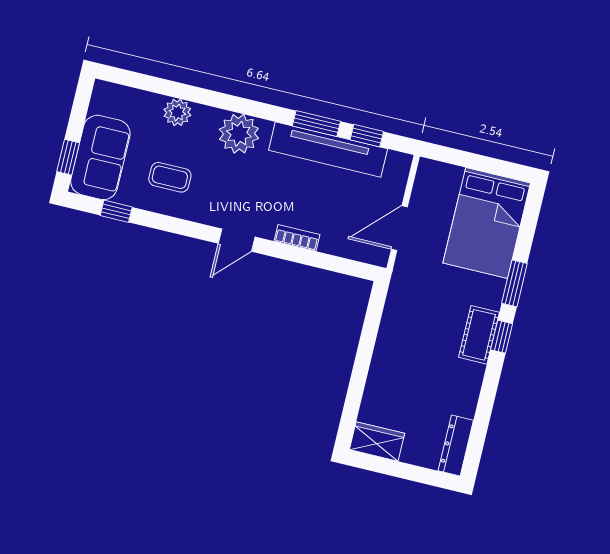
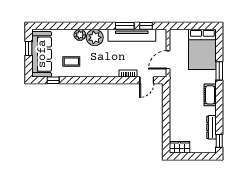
plant: (177, 112) -> (80, 35), moved
window: (68, 157) -> (29, 48), moved
sofa: (100, 157) -> (42, 54), width x1.36
door: (237, 240) -> (147, 80), moved
window: (502, 337) -> (219, 141), moved
dresser: (456, 446) -> (211, 127), moved

